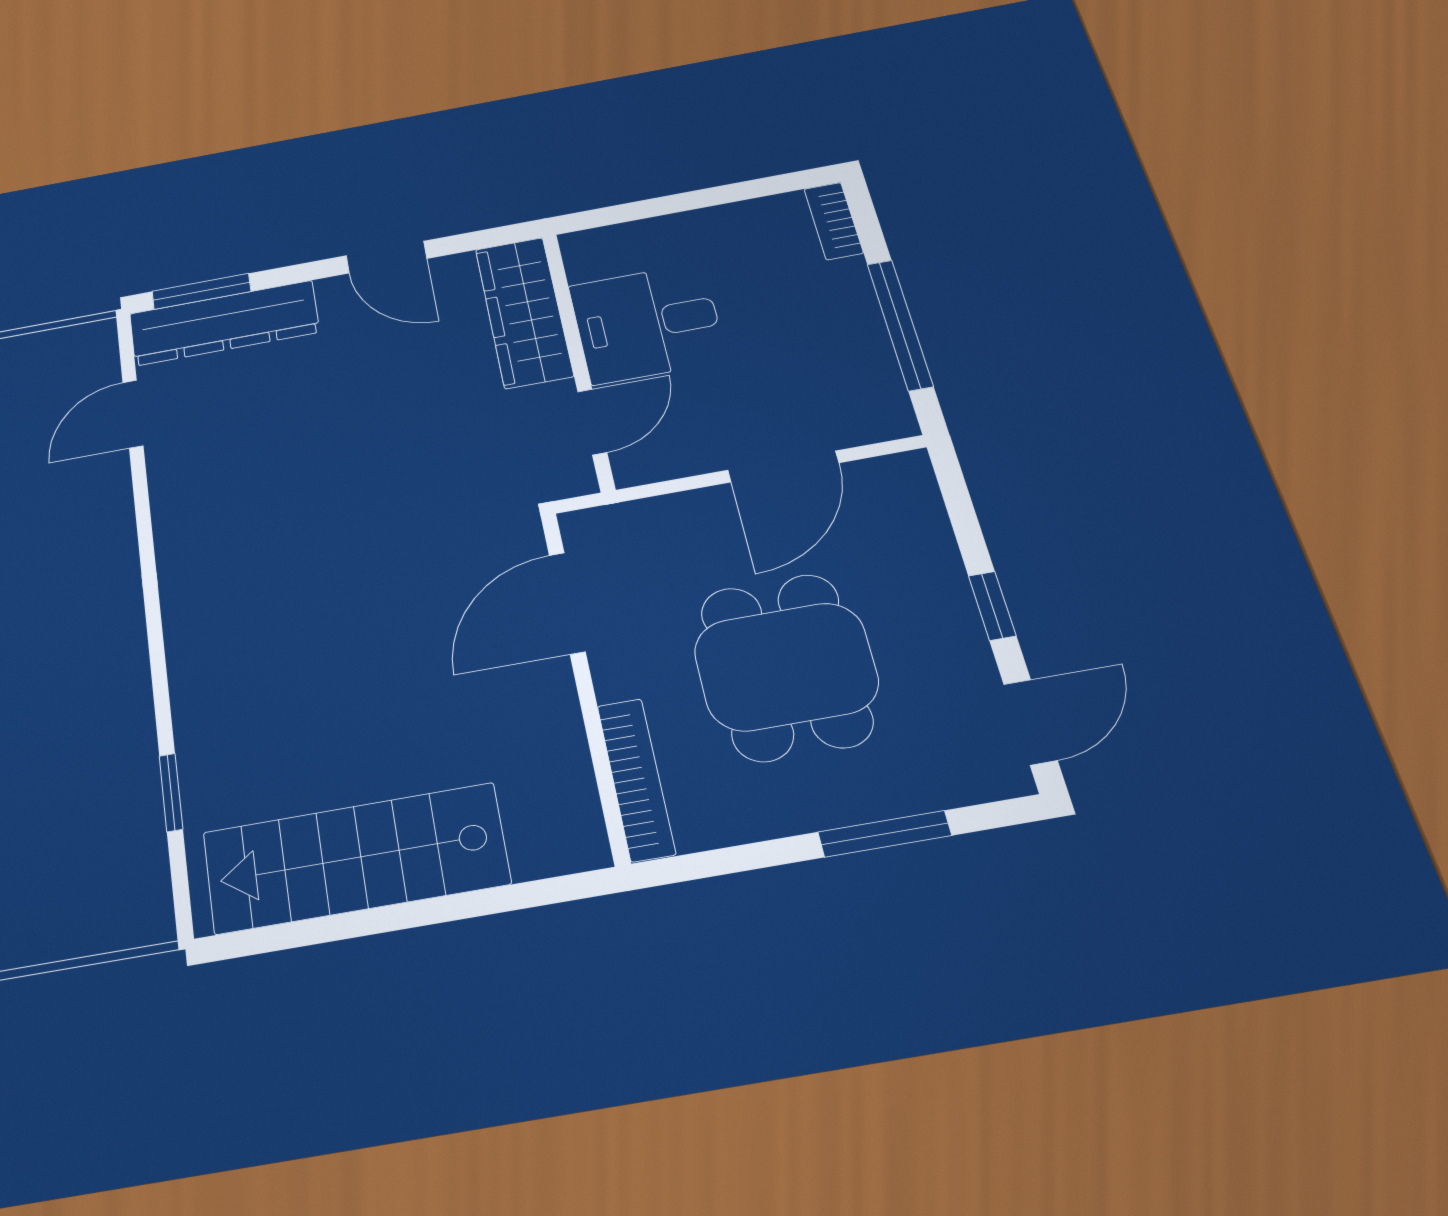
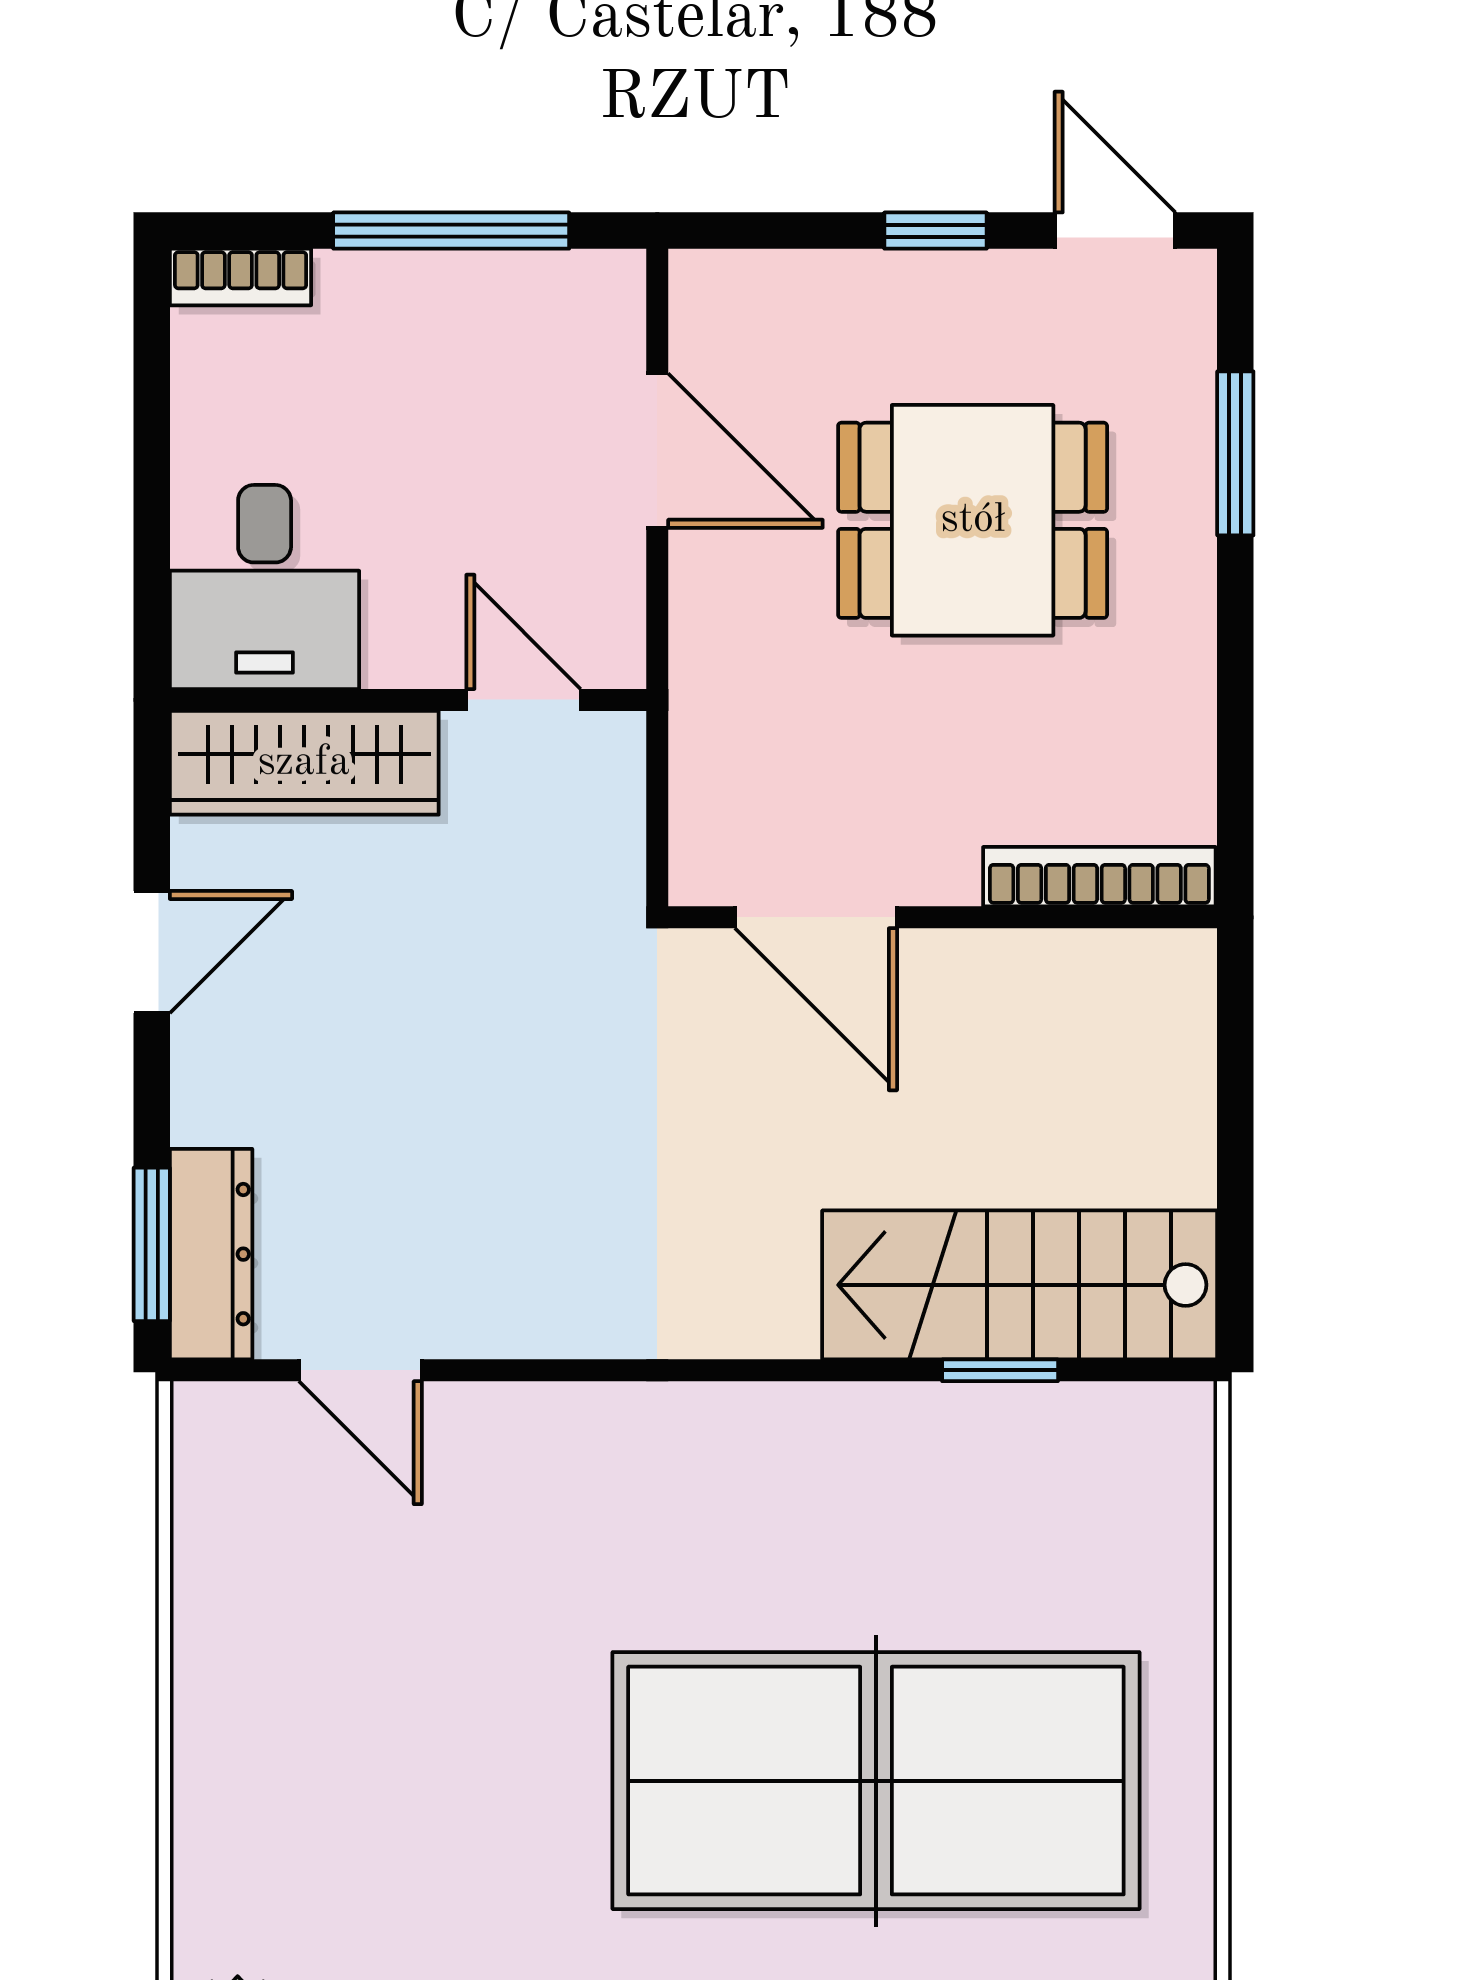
dresser: (224, 323) -> (211, 1254), width x0.73, depth x0.80
desk: (647, 323) -> (265, 587), moved
door: (567, 603) -> (816, 917), moved
wall: (584, 682) -> (943, 917), moved
bookcase: (636, 779) -> (1099, 877), moved
stairs: (355, 858) -> (1020, 1285), moved, turned 90

